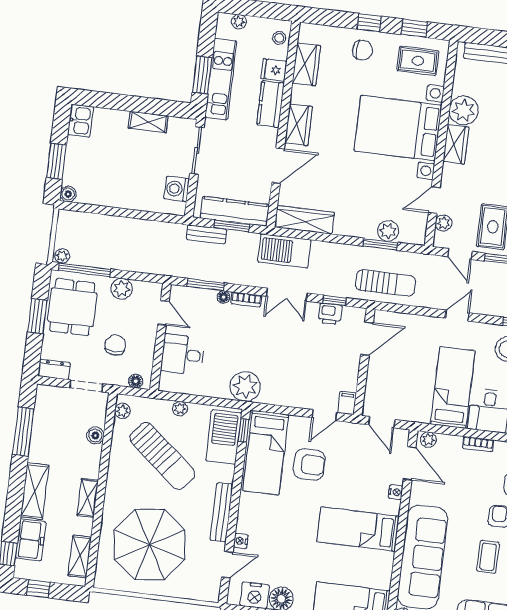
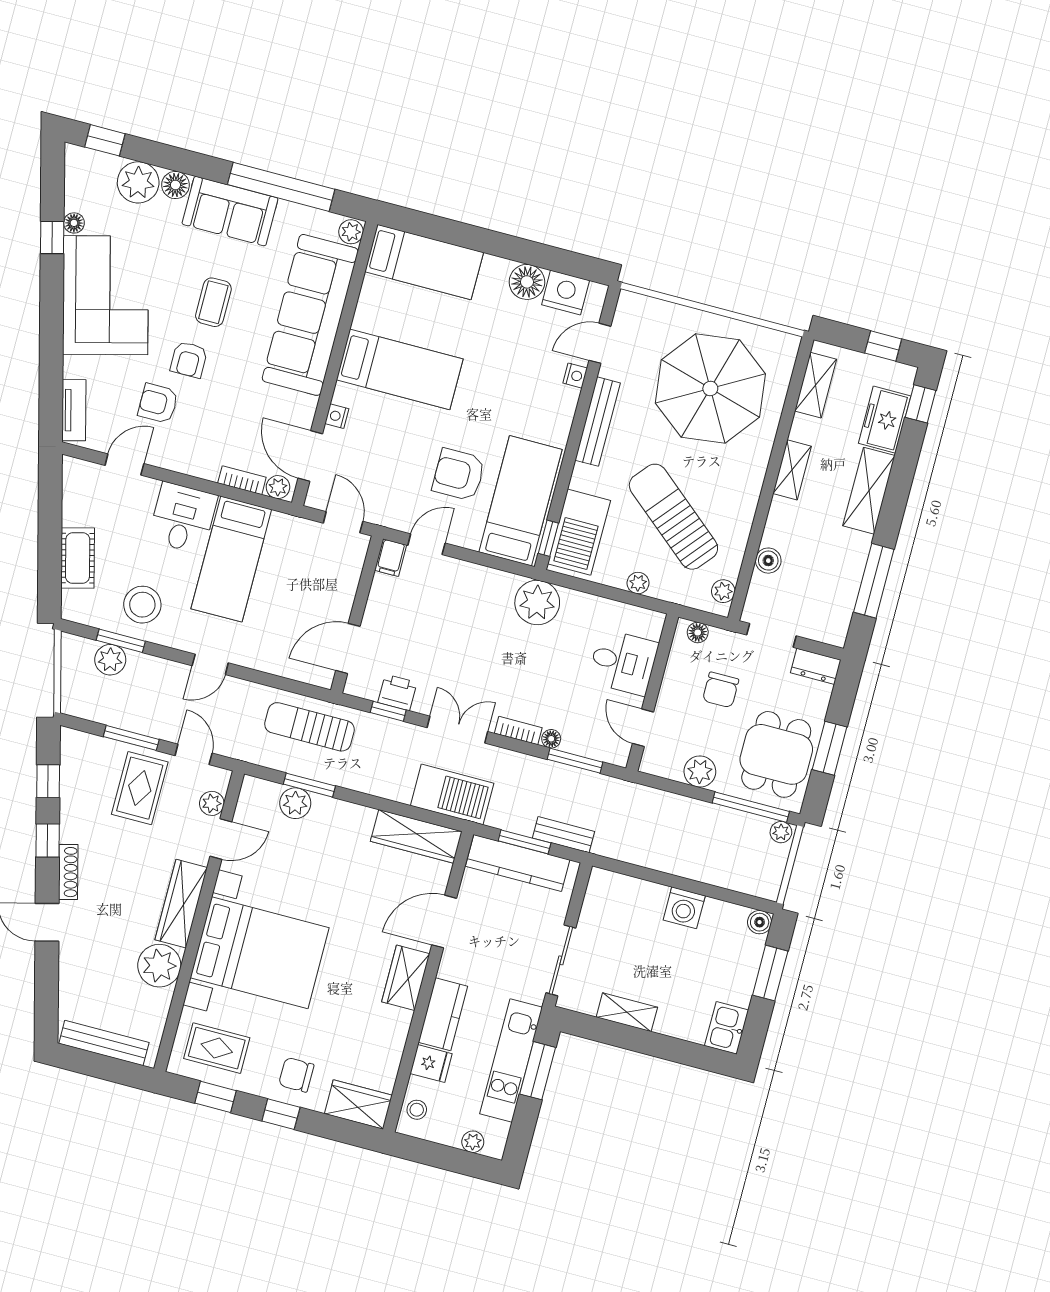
wardrobe: (306, 64) -> (358, 1104), moved, turned 90
wardrobe: (456, 144) -> (181, 904), width x1.50
washing machine: (177, 189) -> (684, 908), moved, turned 90
bookcase: (478, 444) -> (242, 480), moved

